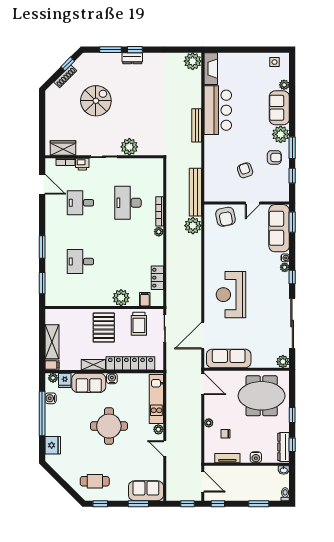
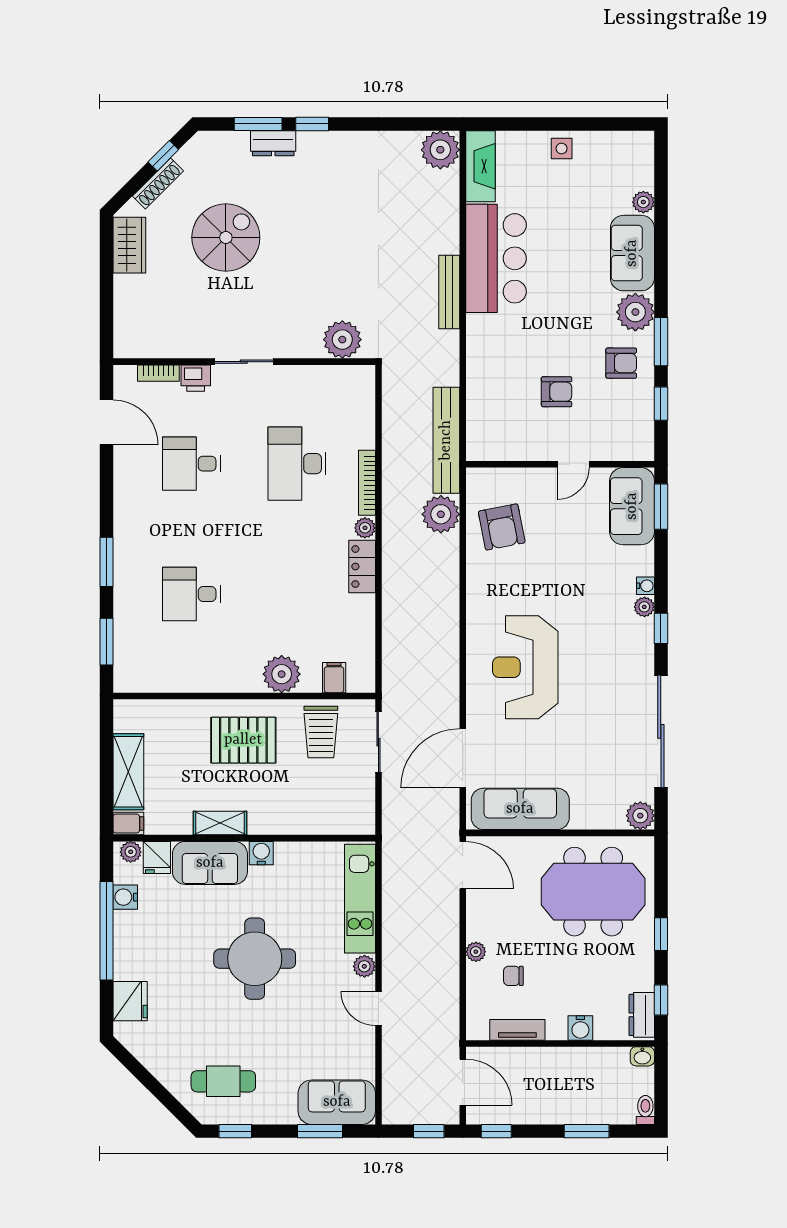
dresser: (132, 58) -> (273, 143), moved
side table: (274, 62) -> (562, 148), moved
plant: (129, 147) -> (342, 340), moved
wardrobe: (63, 148) -> (129, 245), moved, turned 90
armchair: (245, 170) -> (557, 392), turned 109
armchair: (226, 217) -> (502, 527), moved
sofa: (279, 228) -> (632, 506), width x0.73
locker: (157, 278) -> (362, 567), moved
pallet: (104, 327) -> (243, 740), turned 90
locker: (130, 363) -> (302, 820), removed
dresser: (283, 447) -> (642, 1015), width x0.70

